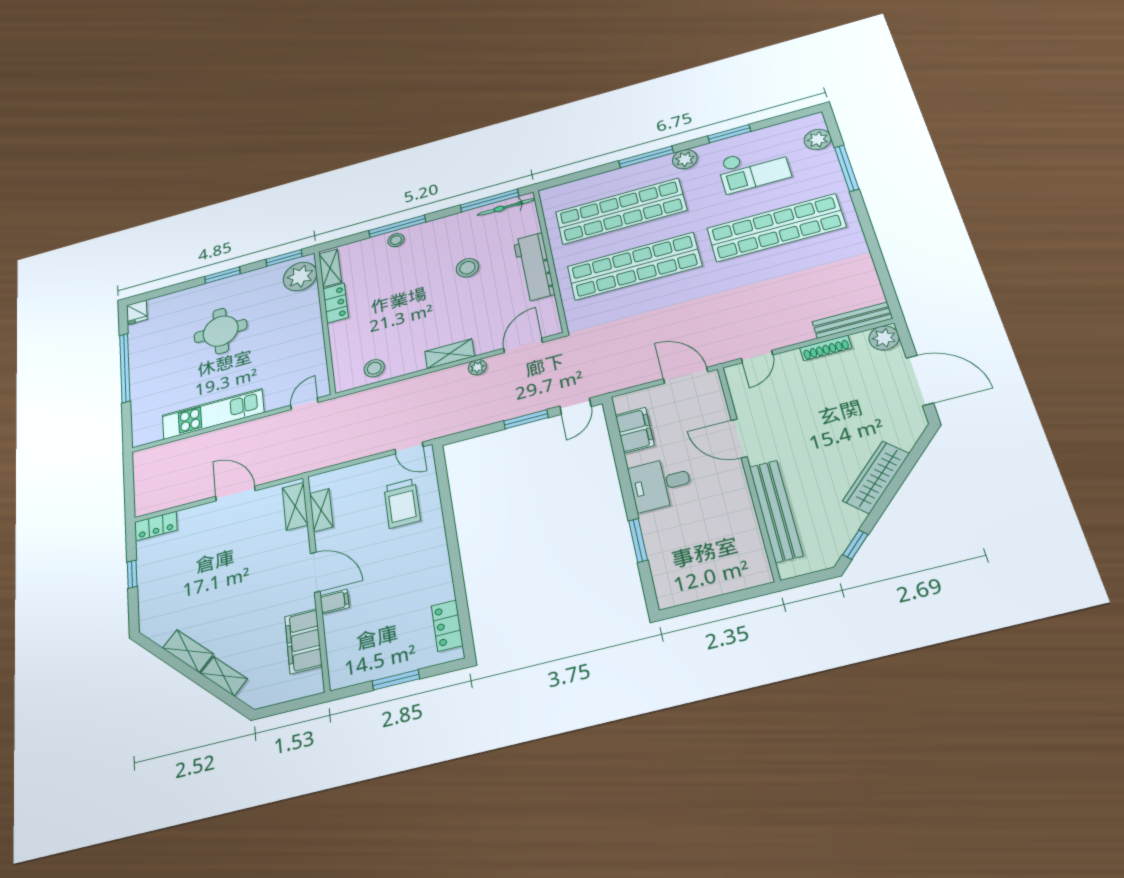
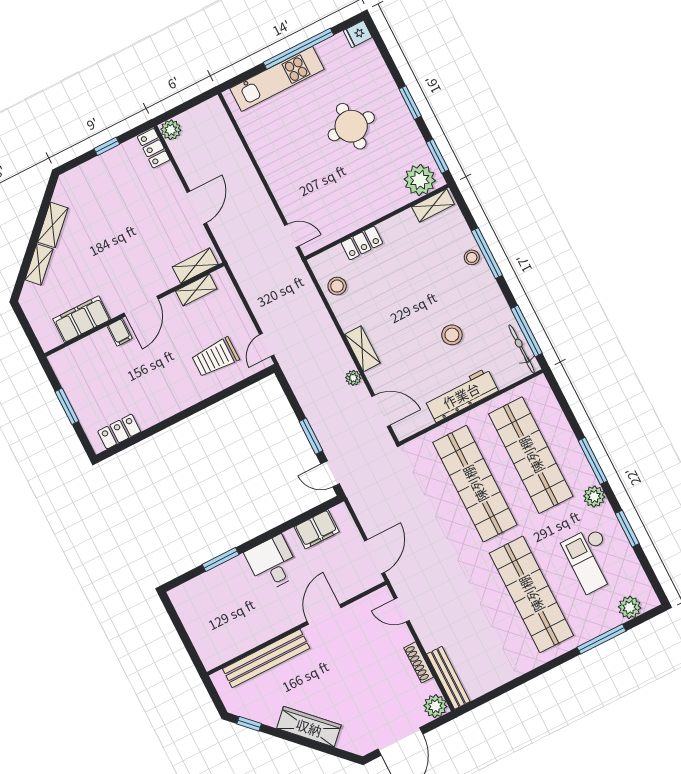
locker: (336, 303) -> (362, 243), moved
kitchen unit: (213, 414) -> (277, 79), moved, turned 90
plant: (145, 505) -> (171, 130), added

